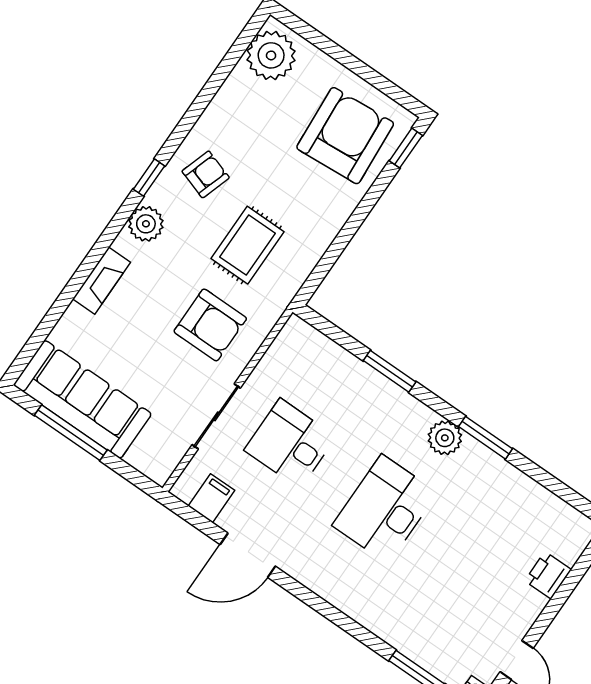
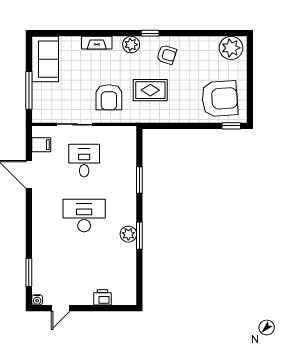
sofa: (83, 399) -> (45, 59), width x0.73
window: (71, 433) -> (29, 90), moved
plant: (445, 438) -> (128, 234), moved

